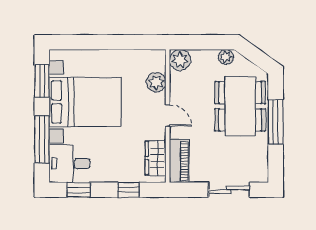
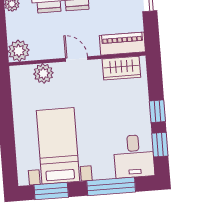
bed with nightstands: (85, 102) -> (58, 146), width x0.73
door: (168, 116) -> (77, 59), hinge flipped
window: (129, 190) -> (157, 111), moved

